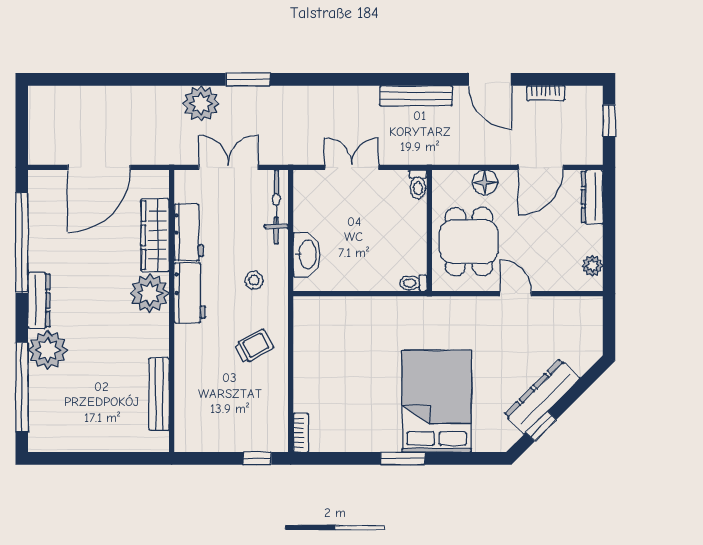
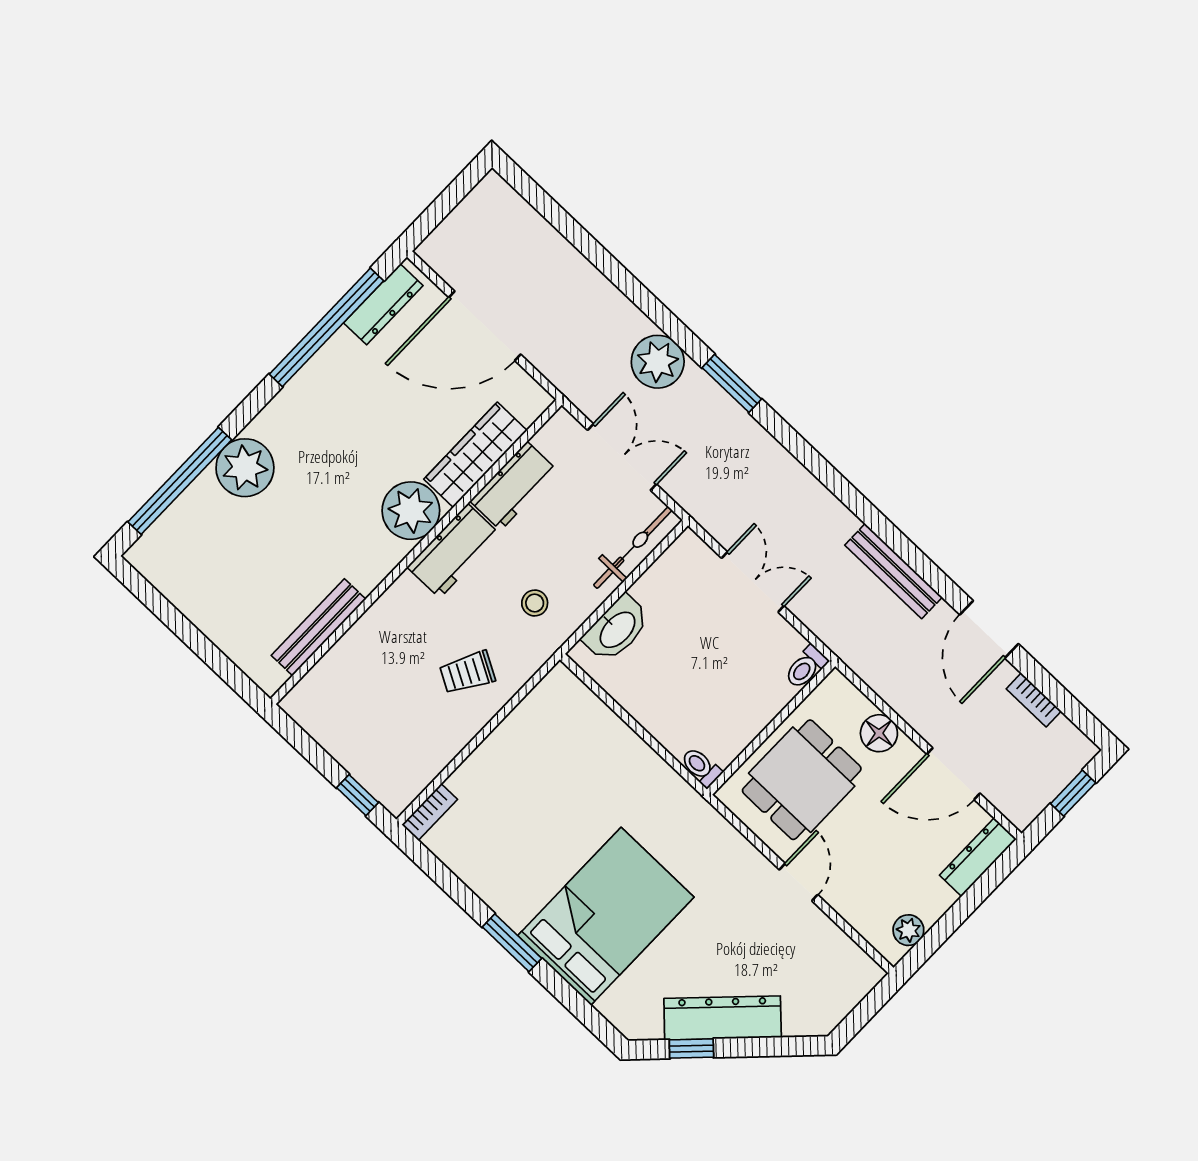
dresser: (39, 300) -> (383, 304), moved
trolley: (254, 346) -> (467, 672), turned 147

